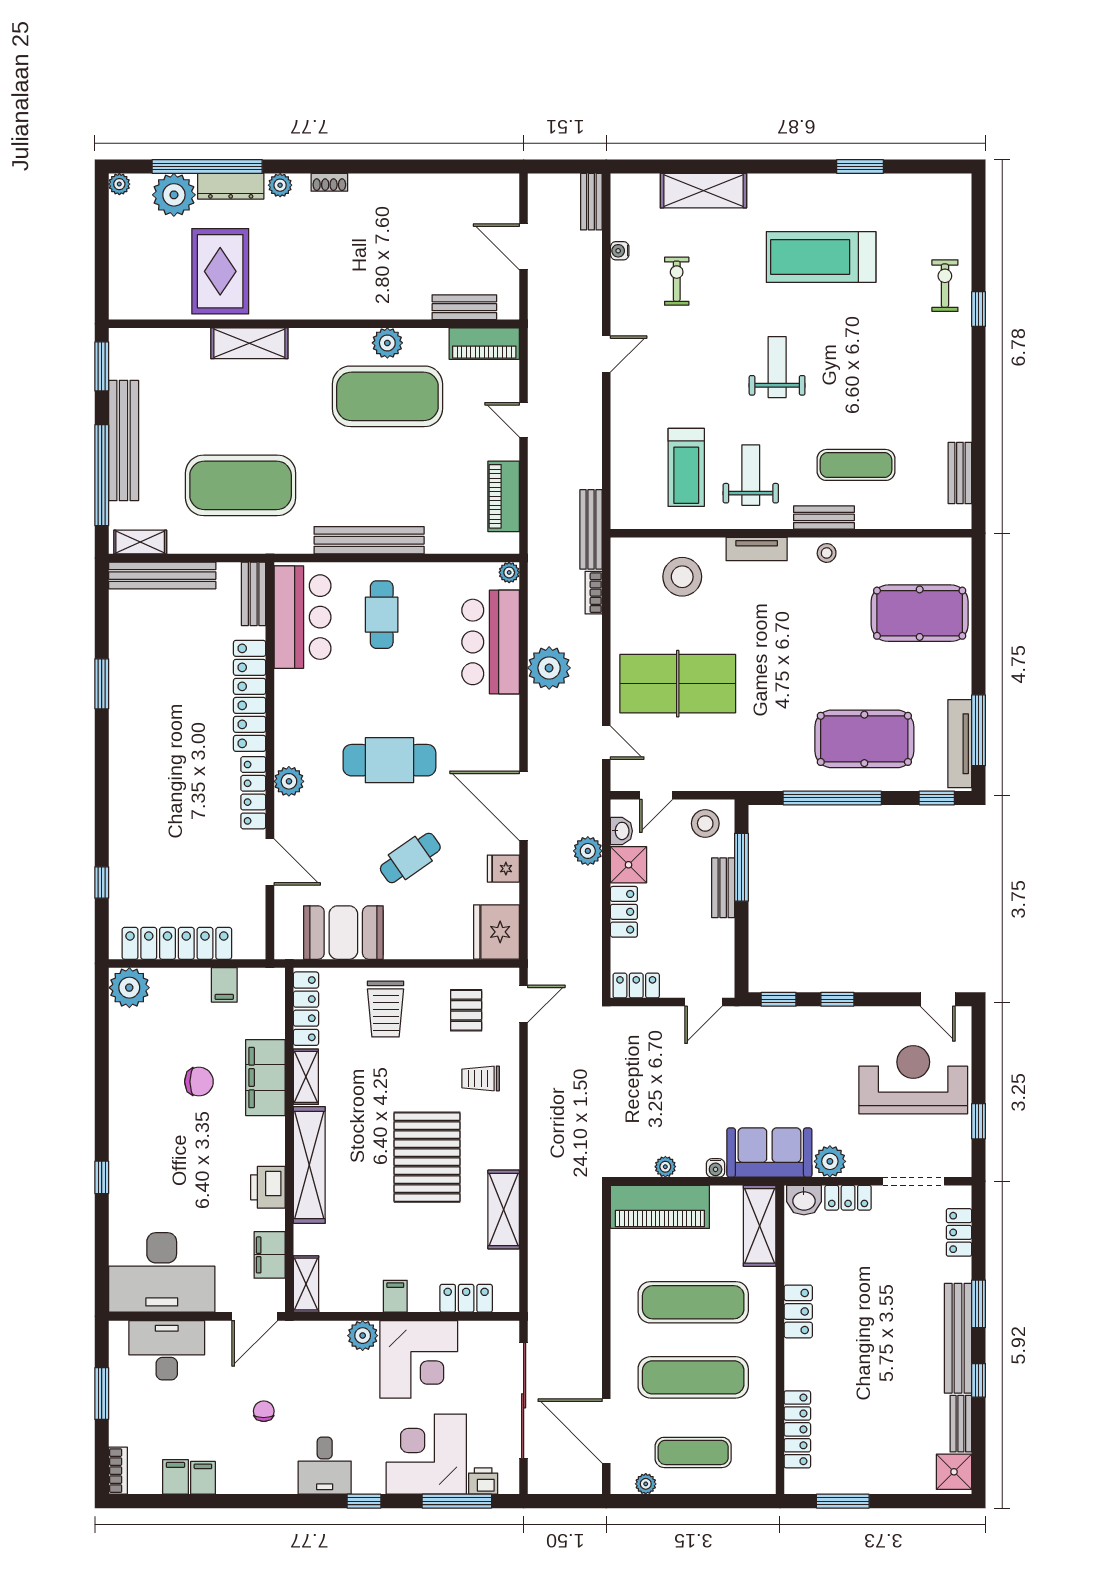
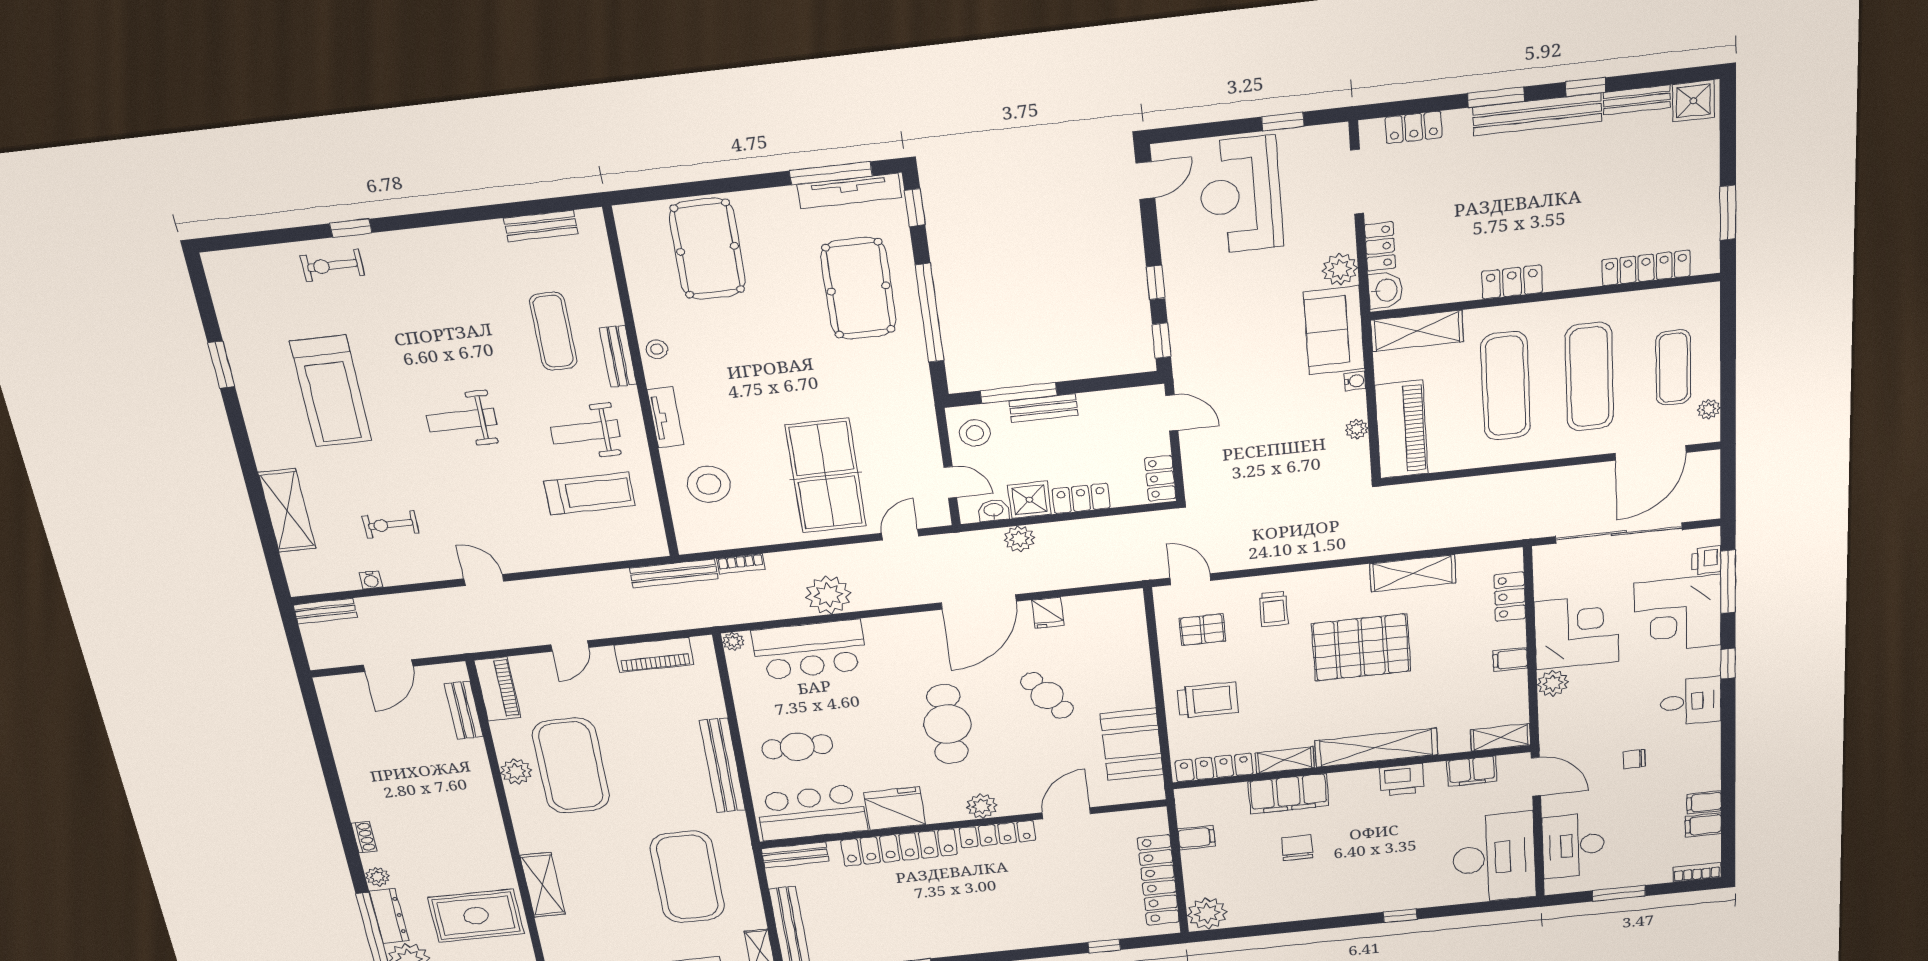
fridge: (496, 932) -> (895, 808), moved, turned 180

